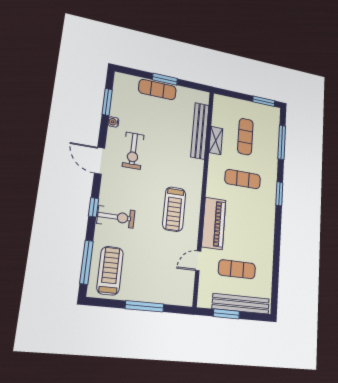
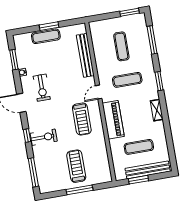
shelving: (216, 140) -> (157, 110), moved
door: (198, 261) -> (99, 92), moved
treadmill: (110, 271) -> (76, 166), moved

